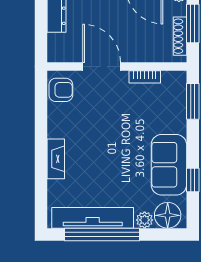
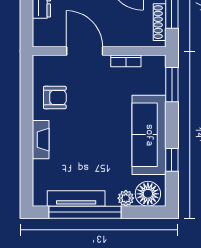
armchair: (61, 90) -> (55, 98), moved
sofa: (169, 165) -> (149, 135), width x1.36
tv unit: (93, 218) -> (76, 198), width x0.73, depth x0.78

